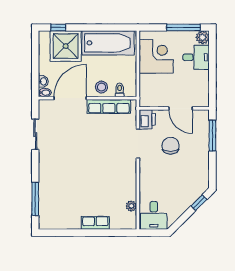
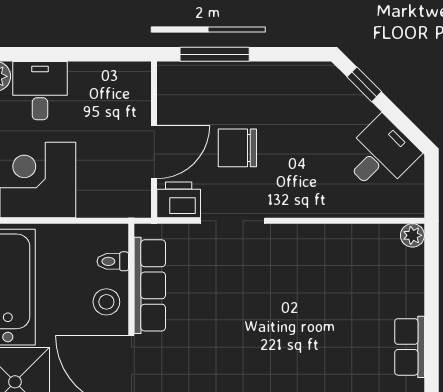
door: (181, 108) -> (154, 152), moved
plant: (131, 206) -> (412, 235), moved
desk: (154, 215) -> (380, 155), moved, turned -45
row of seats: (95, 223) -> (410, 347), moved

